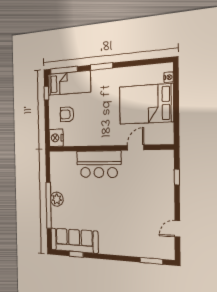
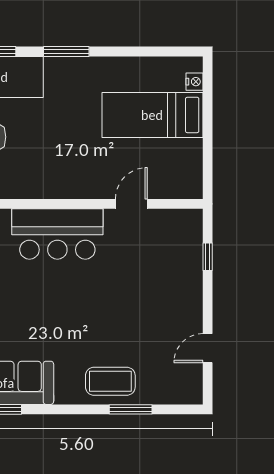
bed: (146, 104) -> (152, 115), width x0.67
coffee table: (126, 244) -> (110, 381), added
window: (151, 261) -> (131, 409), moved

